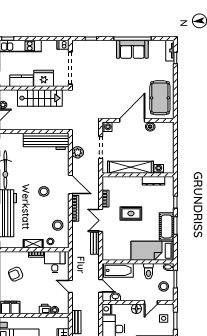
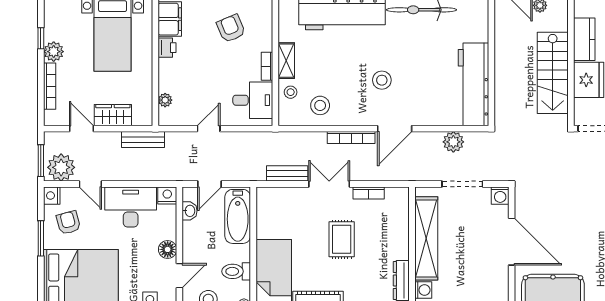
boiler: (150, 127) -> (500, 274), removed
door: (151, 302) -> (179, 276), swing flipped
printer: (45, 309) -> (167, 48), moved

